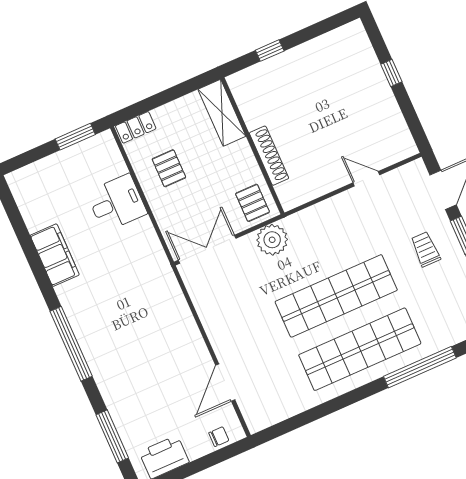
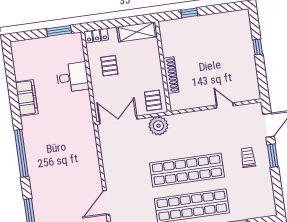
shelving: (222, 113) -> (137, 32), moved, turned 90

